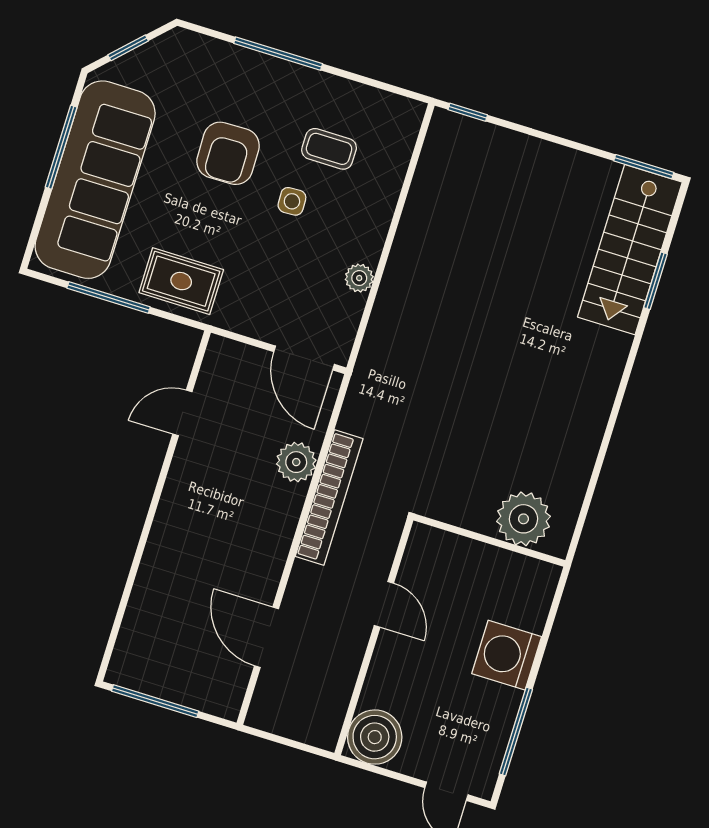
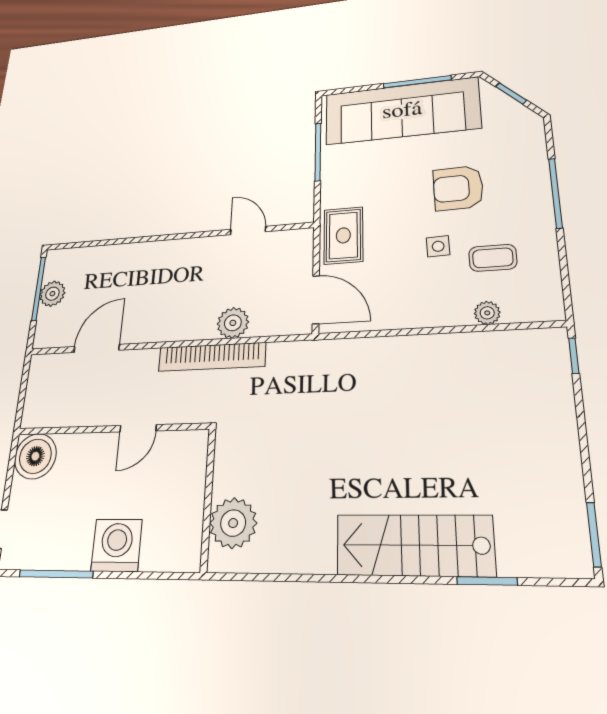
coffee table: (329, 149) -> (493, 258), turned 90
stairs: (630, 250) -> (414, 545), moved
plant: (359, 278) -> (487, 313), moved
rug: (181, 281) -> (343, 235), moved
door: (304, 358) -> (316, 300), swing flipped
plant: (170, 683) -> (52, 294), added

